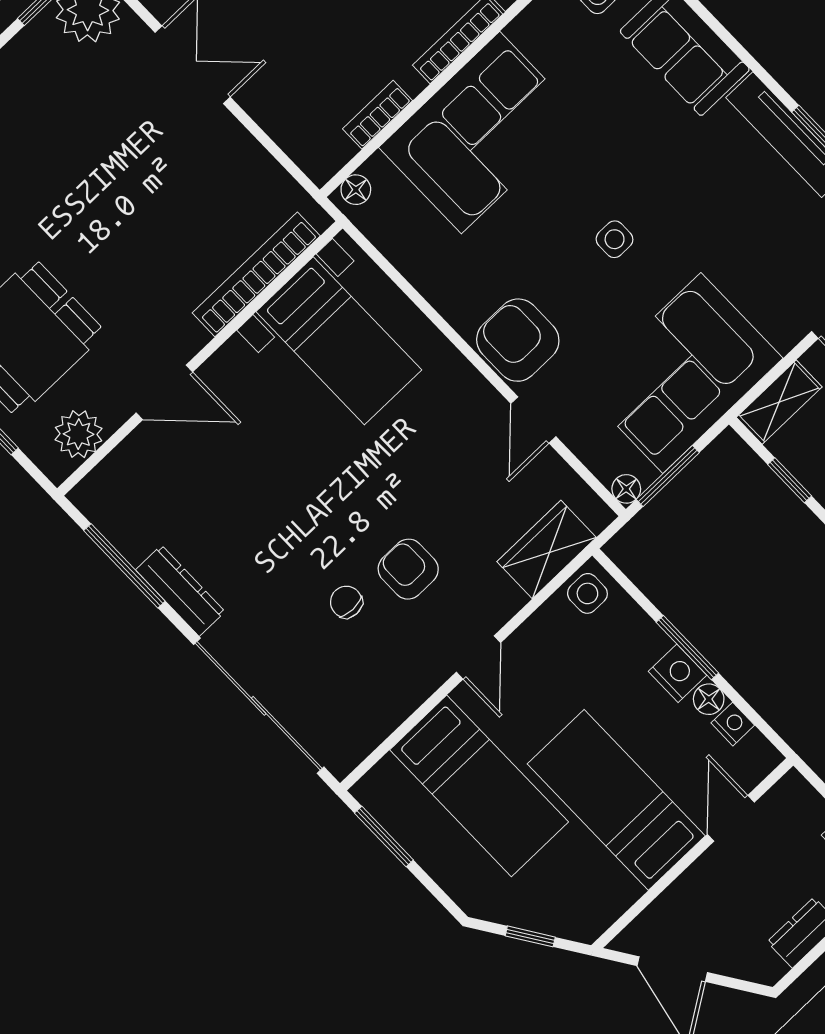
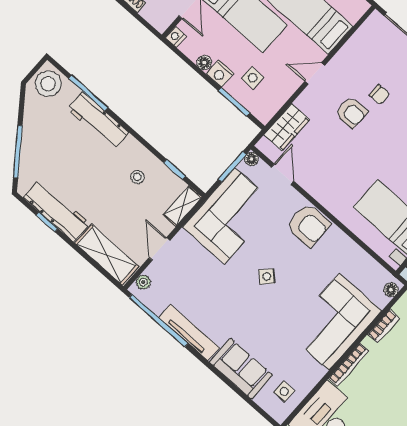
side table: (615, 239) -> (267, 276), turned 45
door: (533, 420) -> (283, 174), moved
side table: (587, 593) -> (253, 78), moved
window: (687, 648) -> (234, 102), moved
door: (478, 657) -> (315, 73), hinge flipped
nightstand: (733, 724) -> (176, 37), moved, turned 90

